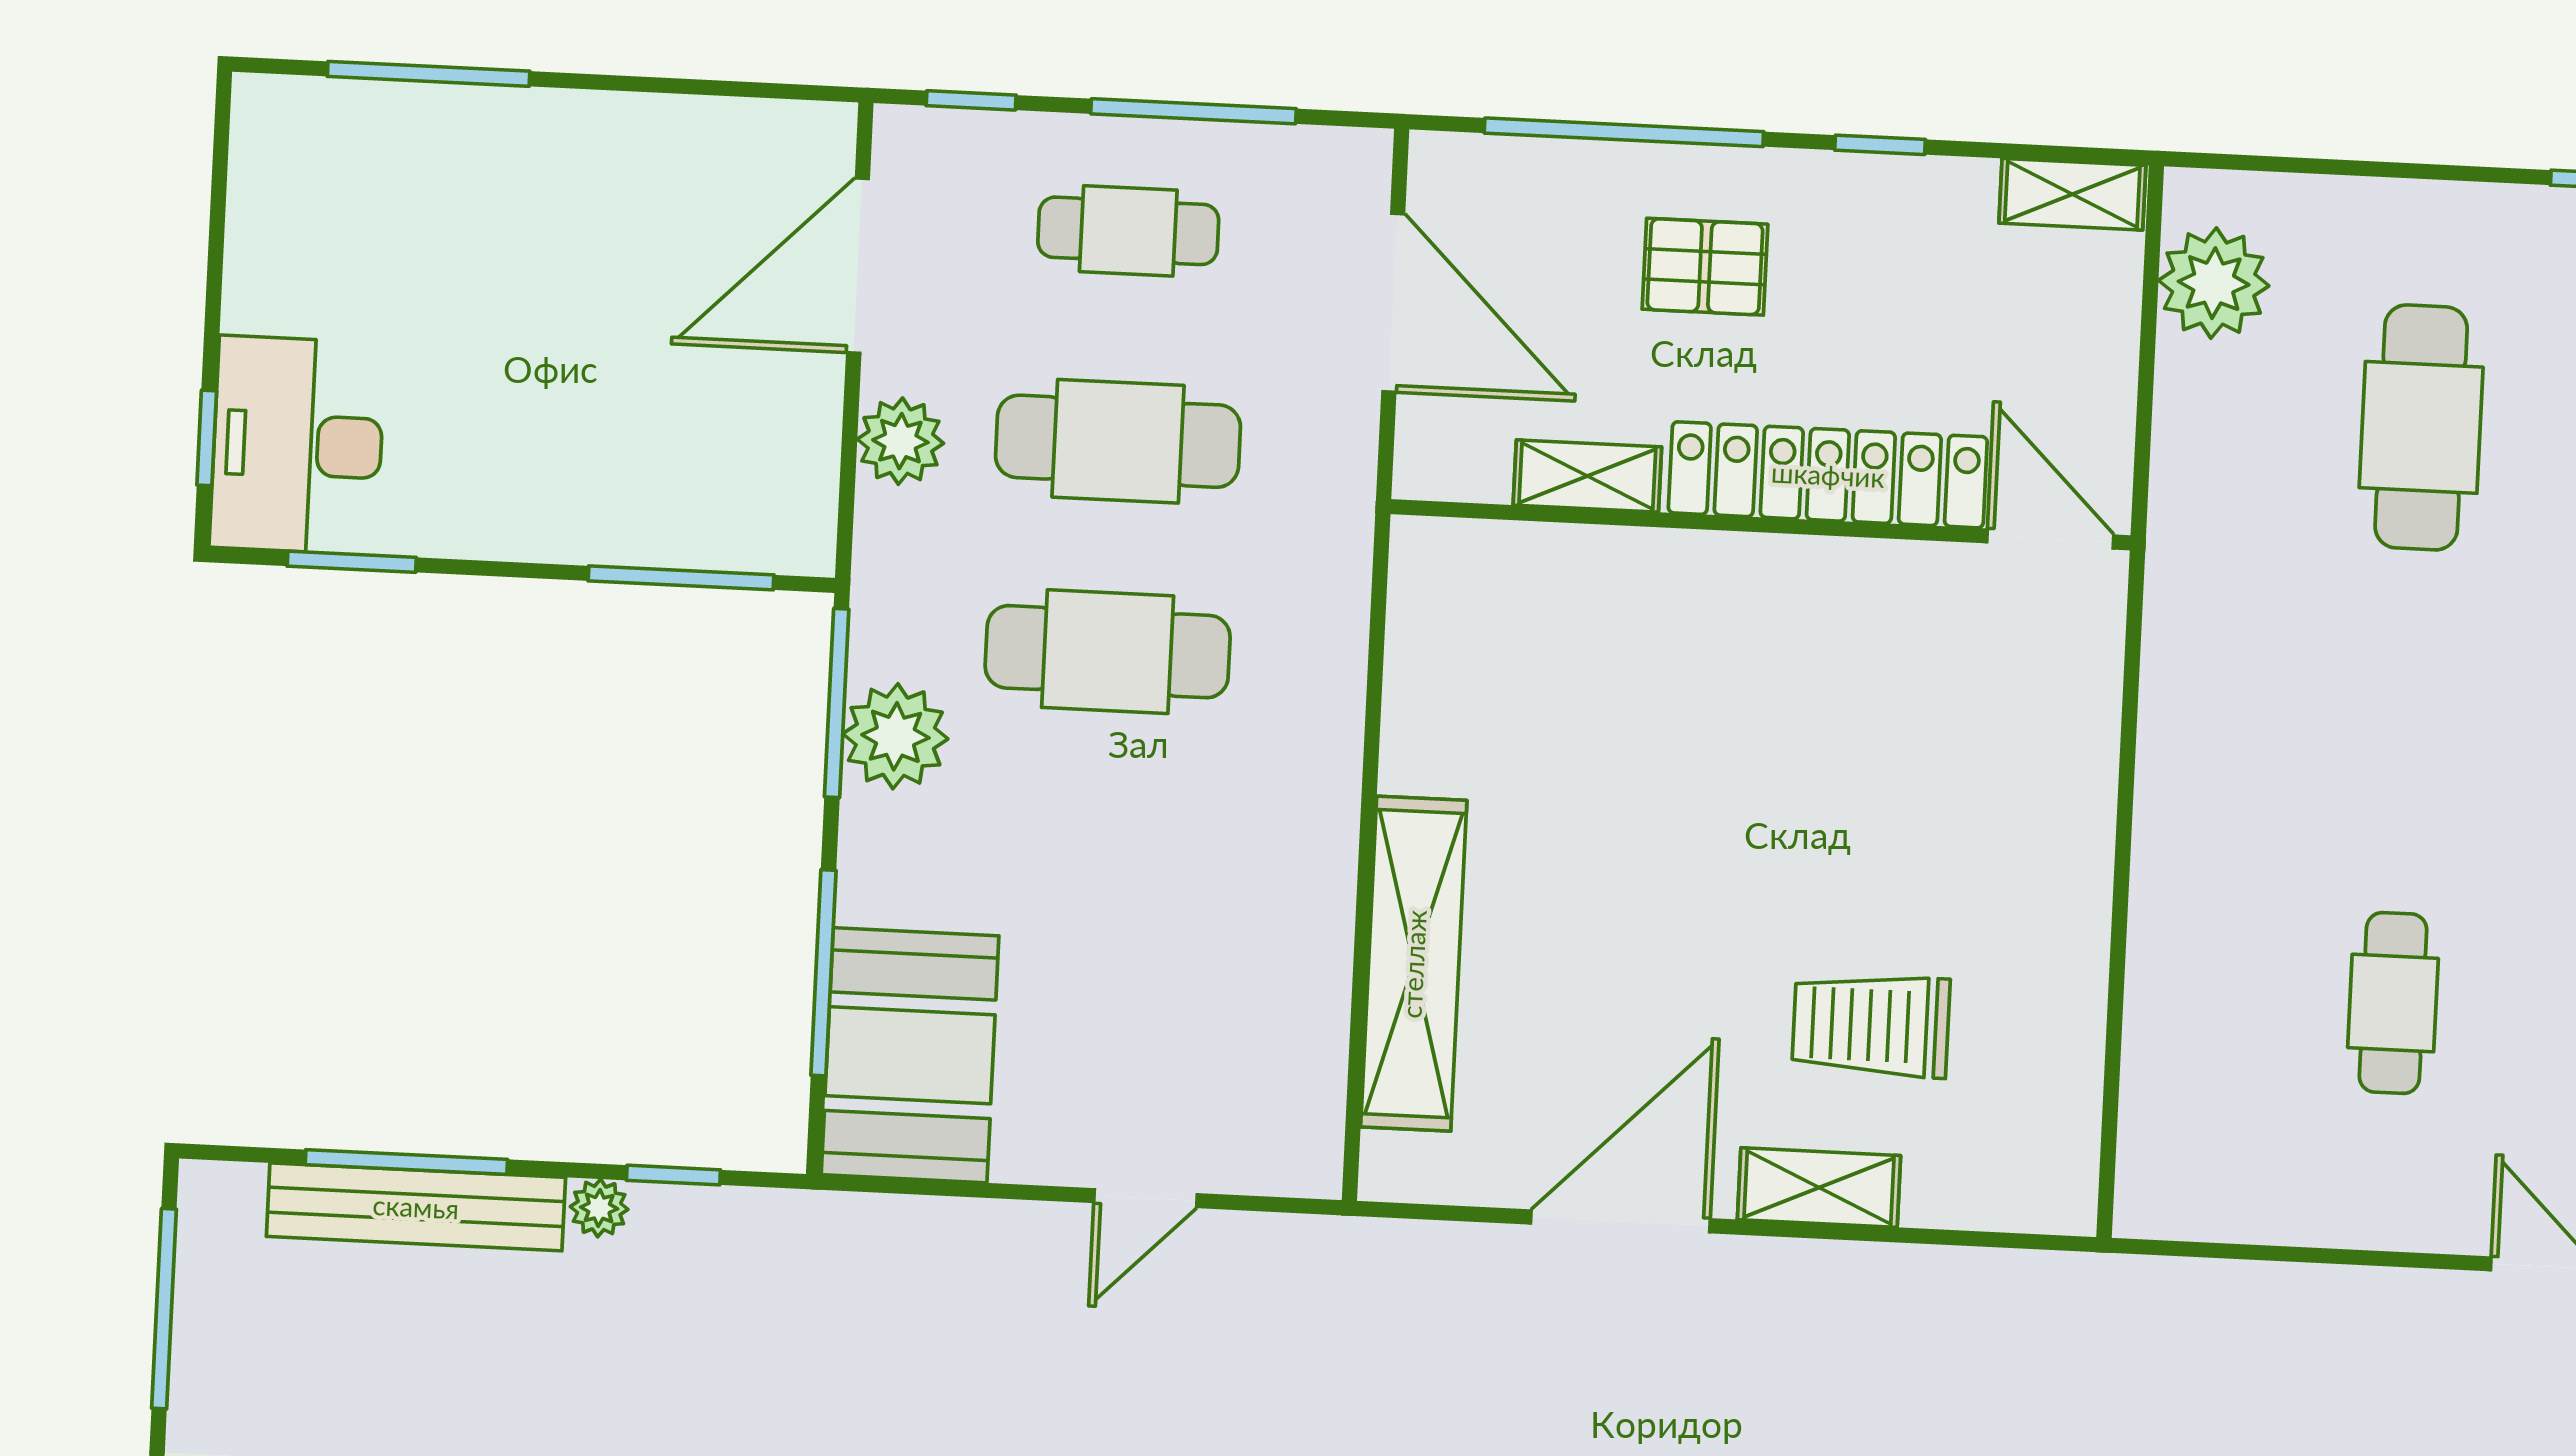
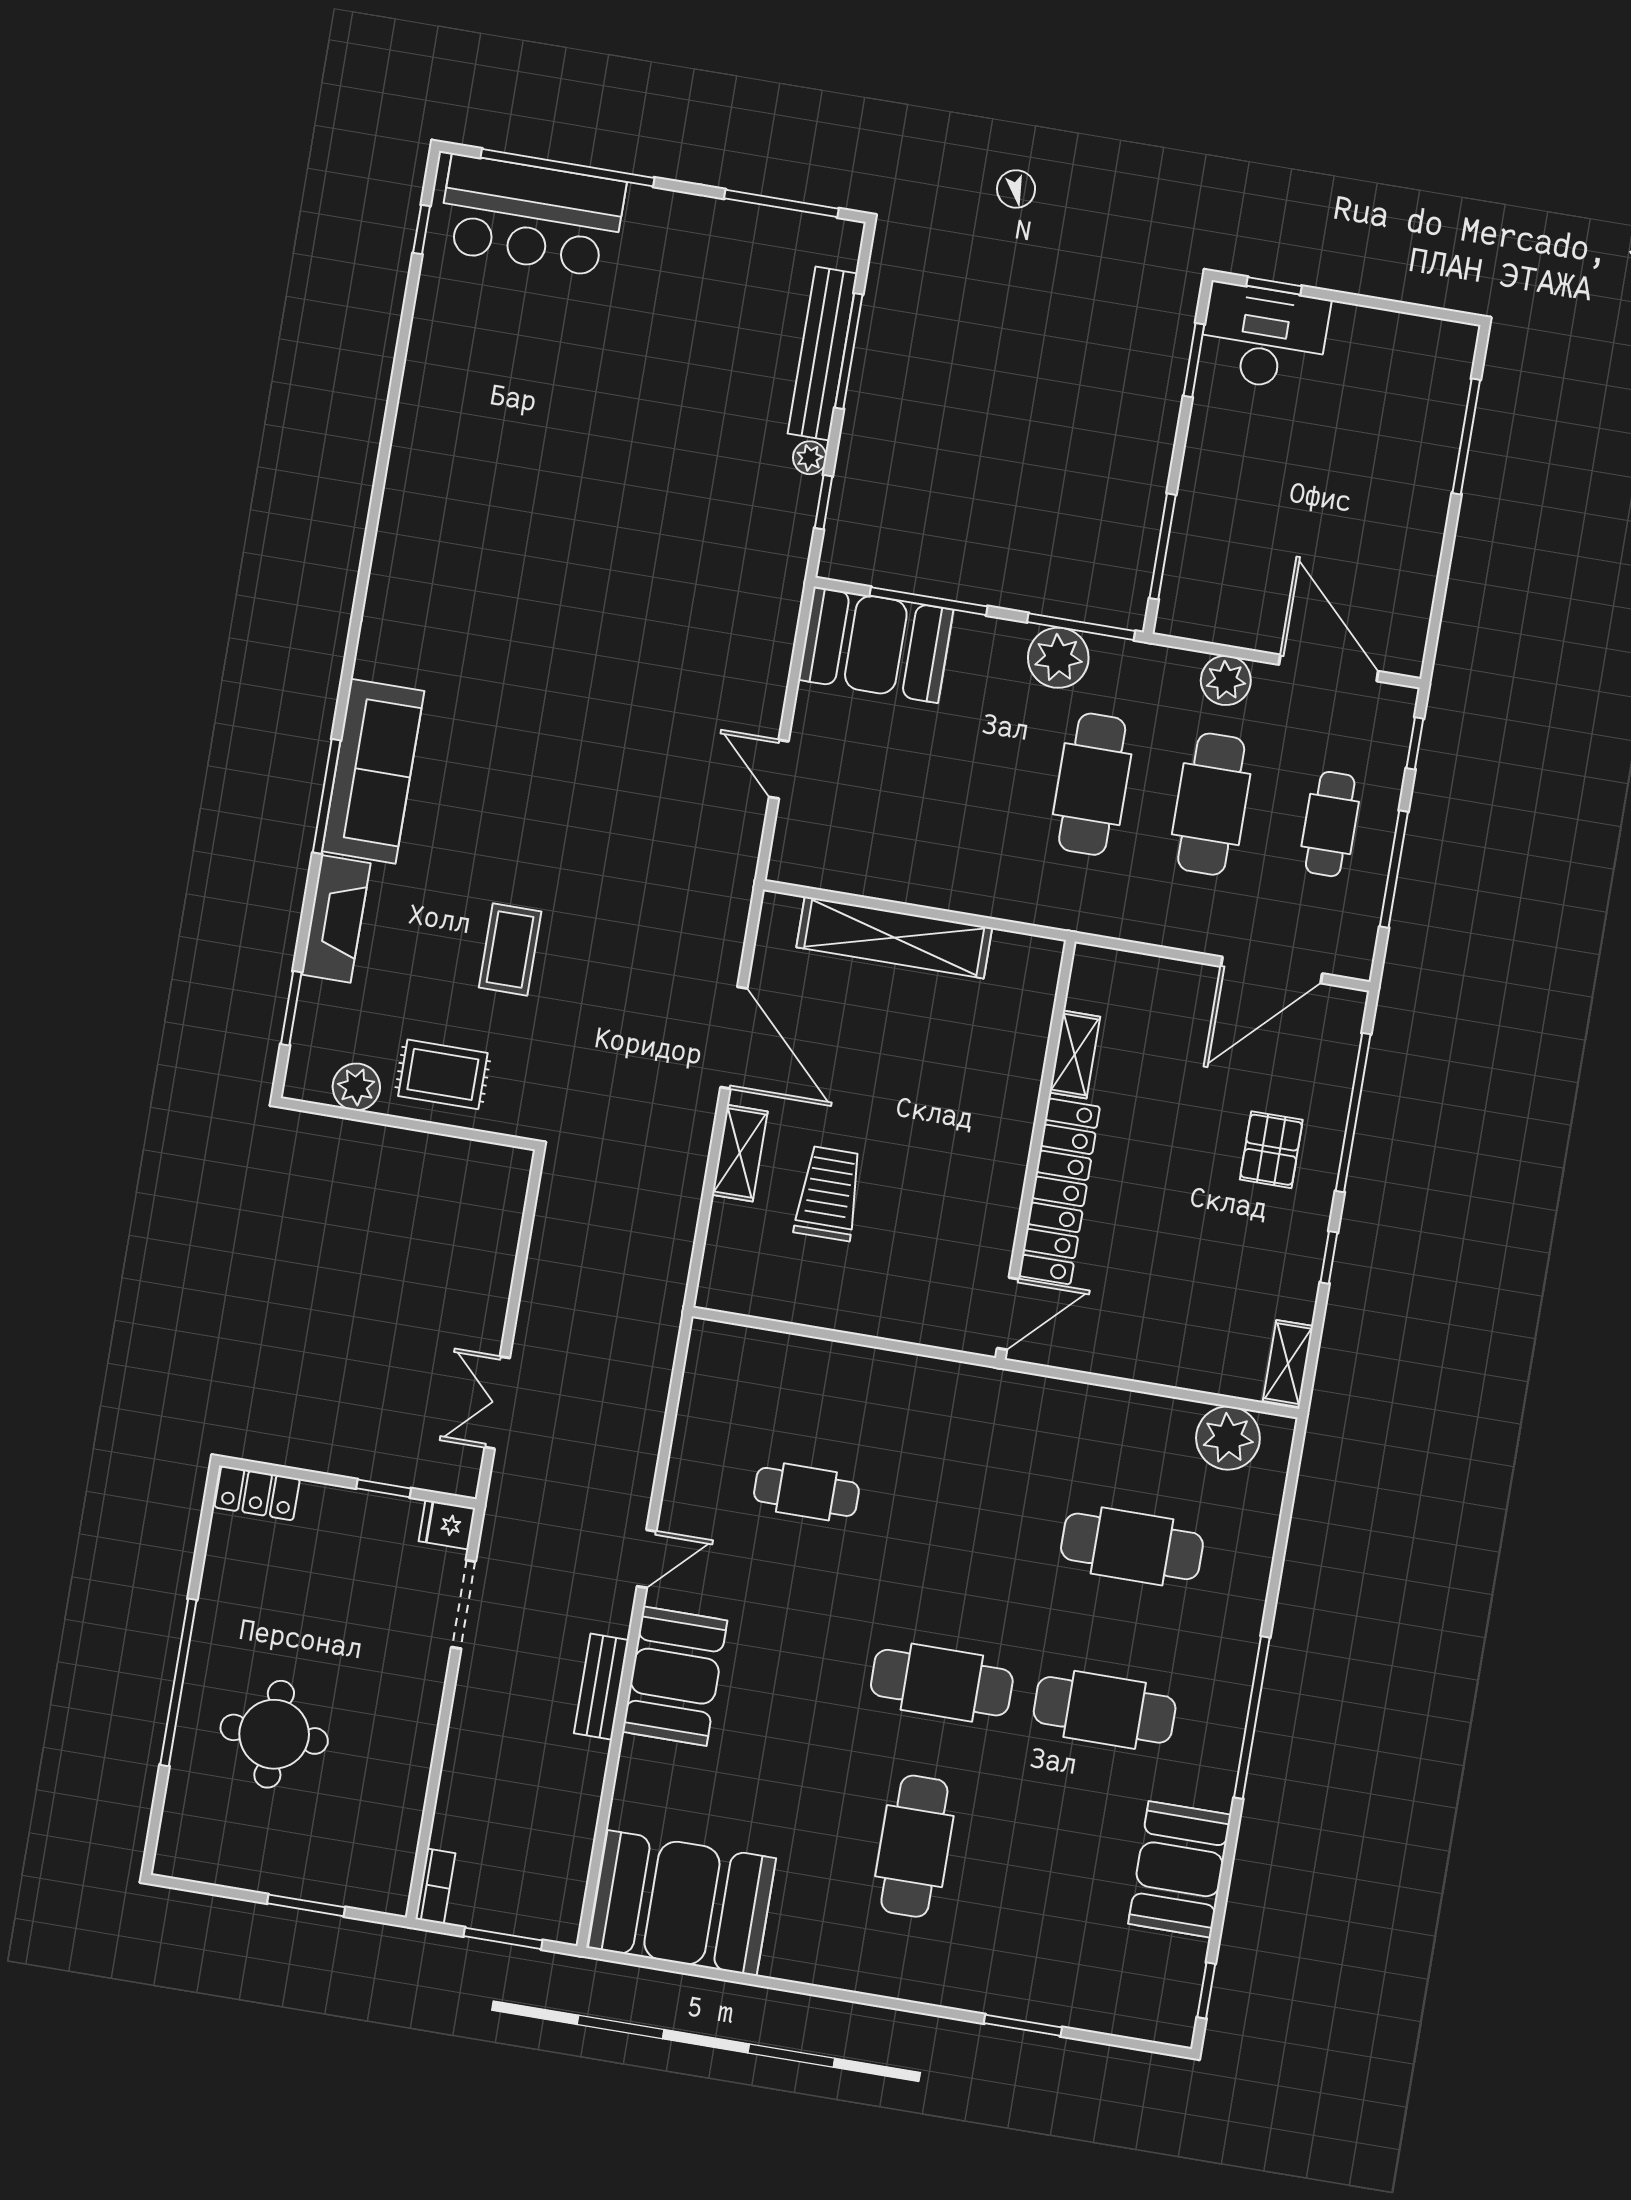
locker: (1828, 475) -> (1059, 1191), moved
shelving: (1587, 476) -> (1075, 1055), moved
wall: (1761, 525) -> (1035, 1150), moved
door: (2050, 539) -> (1008, 1314), moved

